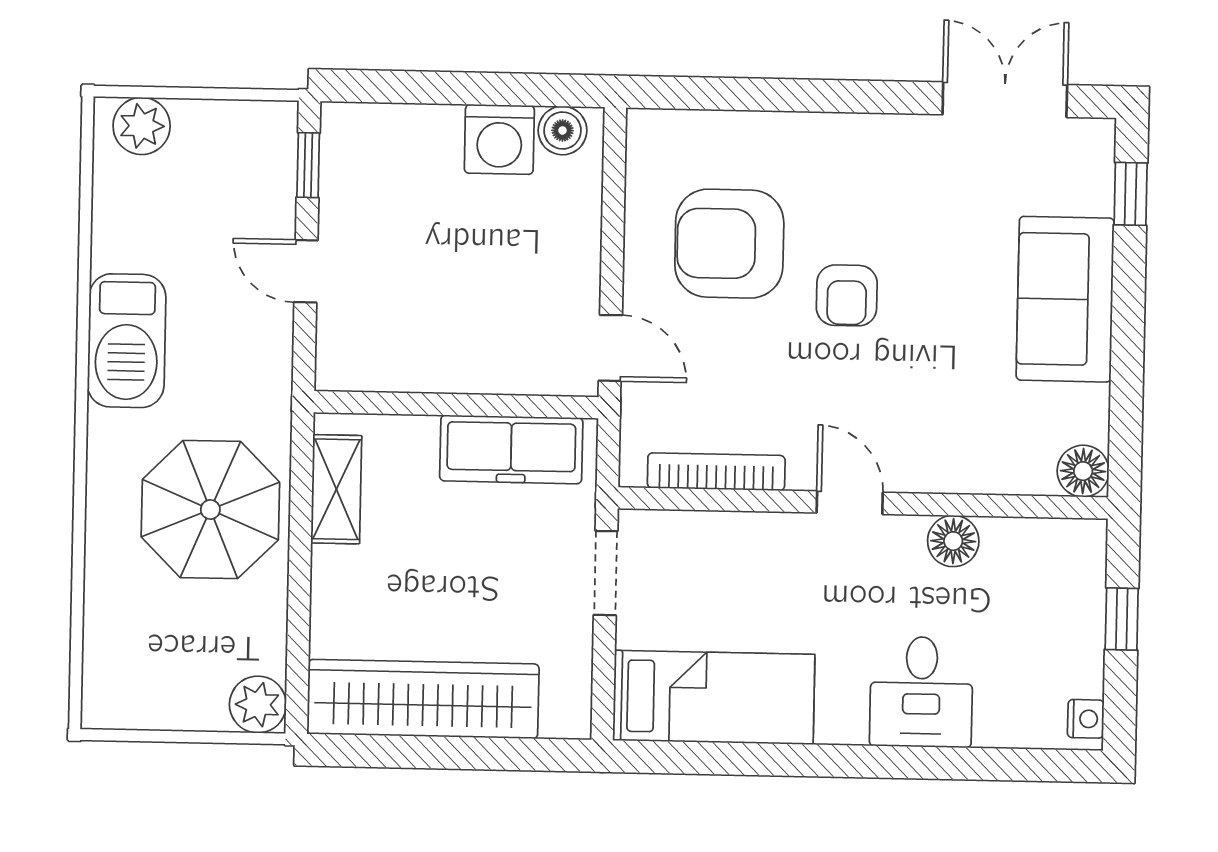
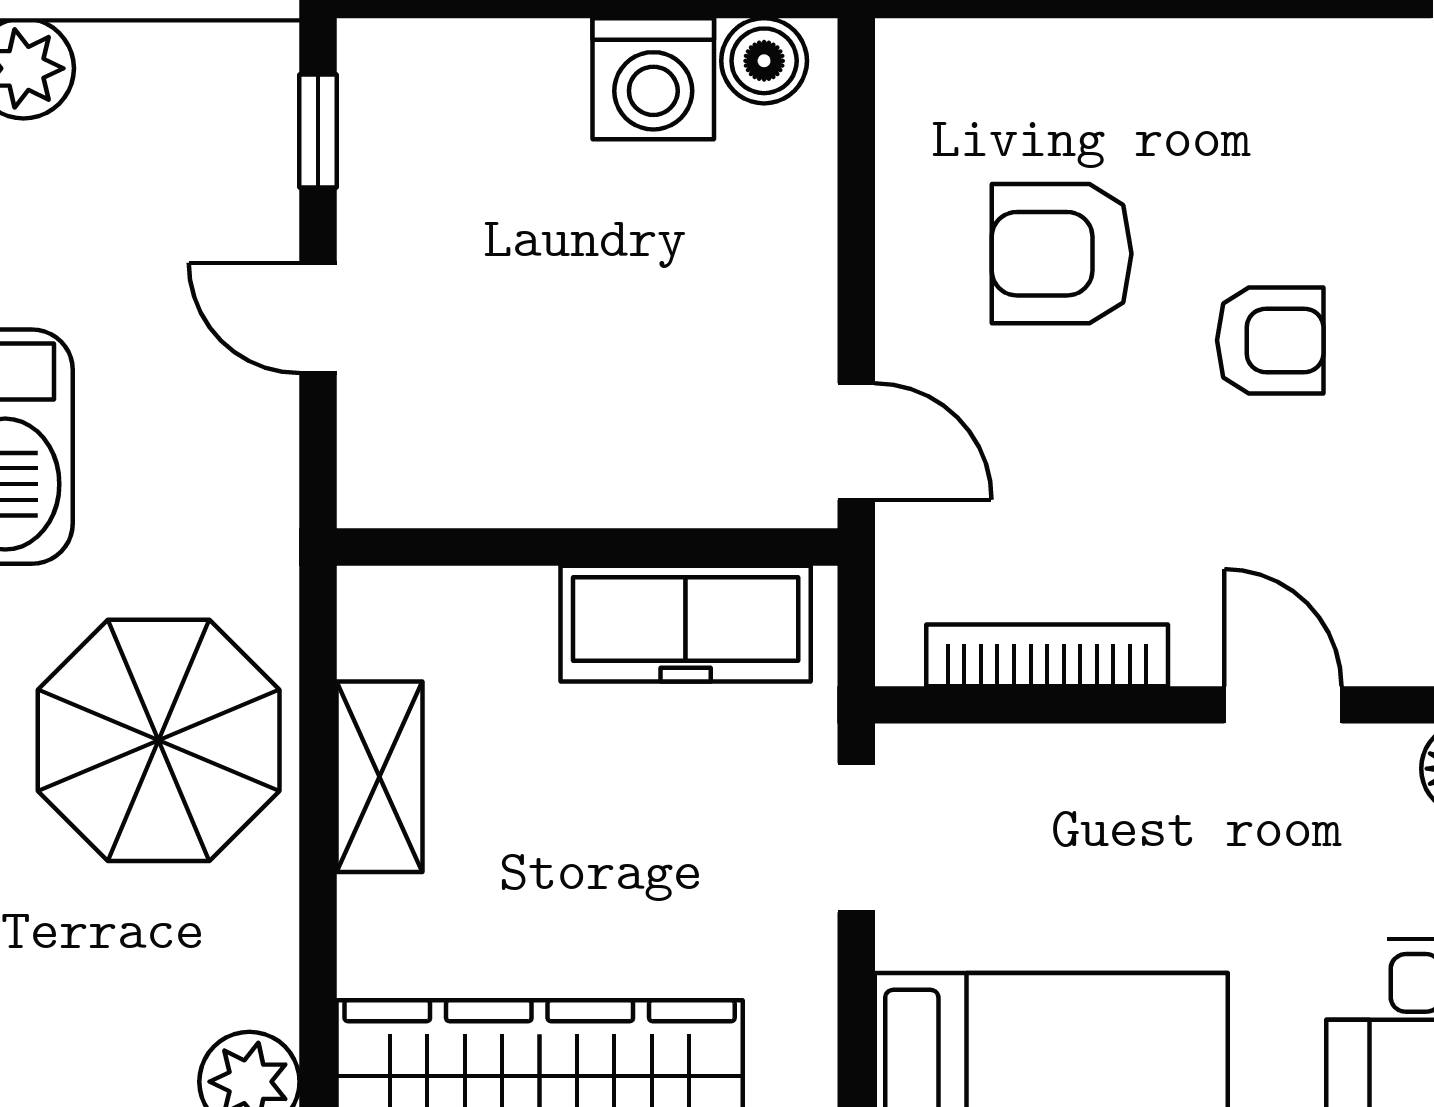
armchair: (729, 244) -> (1062, 254), width x0.73, depth x0.73
armchair: (847, 295) -> (1270, 340), turned -90
shelving: (336, 489) -> (379, 777), moved

